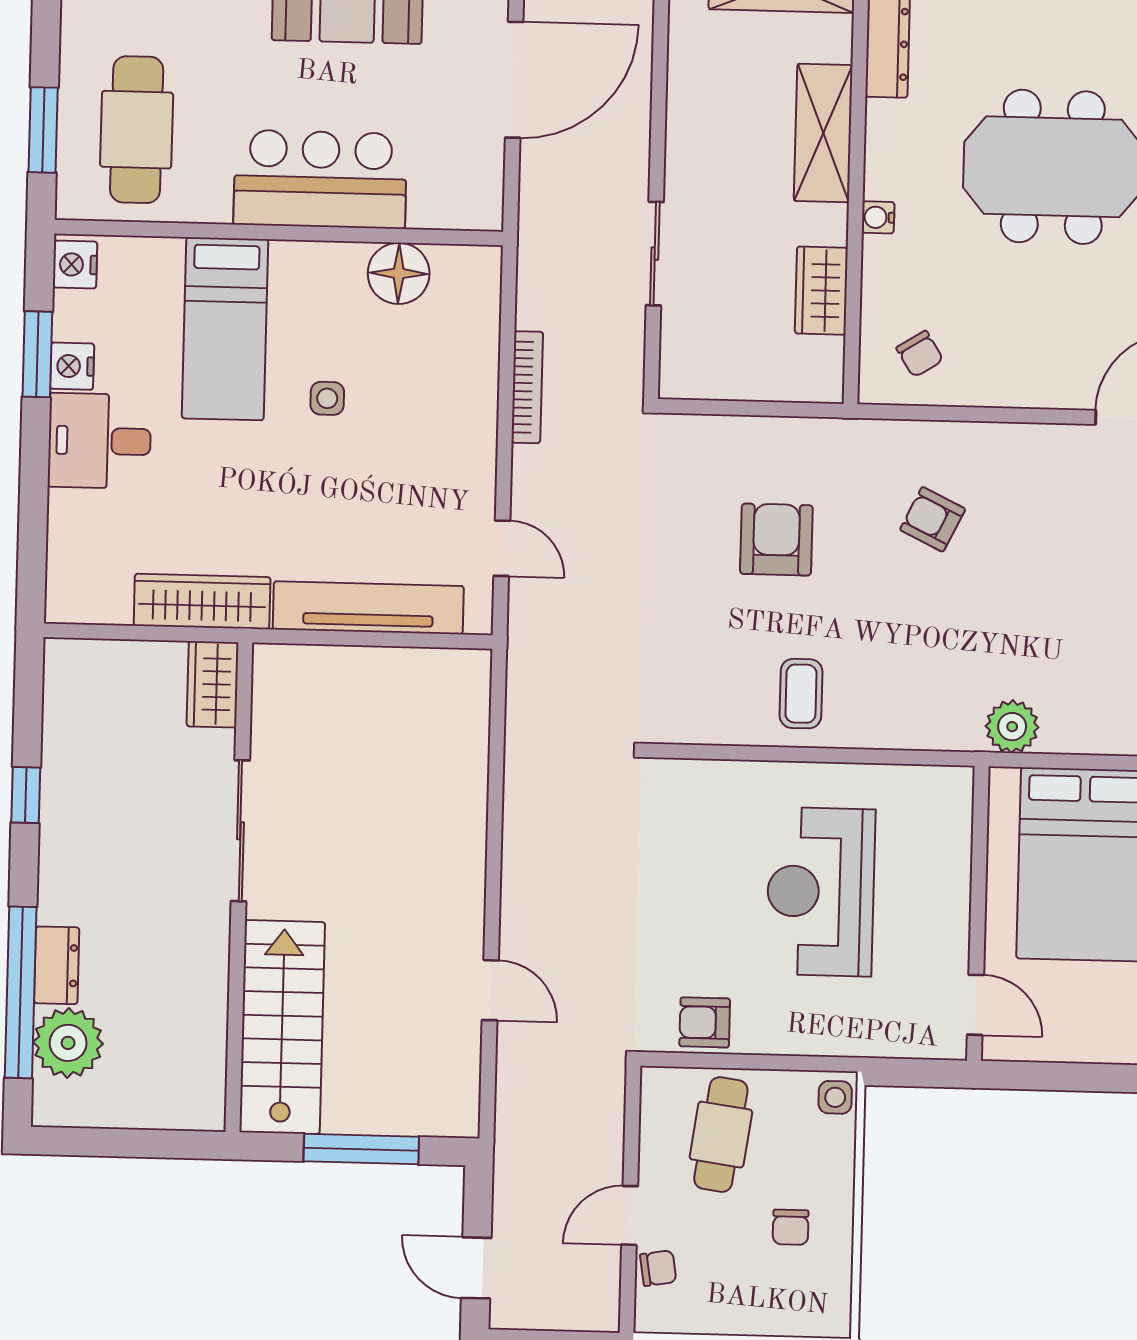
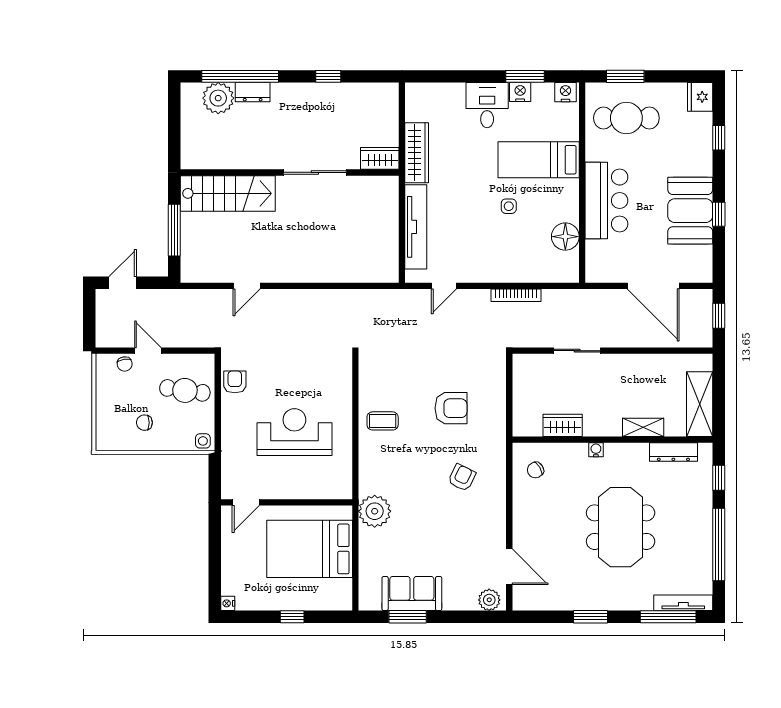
shelving: (823, 133) -> (643, 427), width x0.67, depth x0.75
plant: (1012, 727) -> (375, 511), width x1.36, depth x1.36

